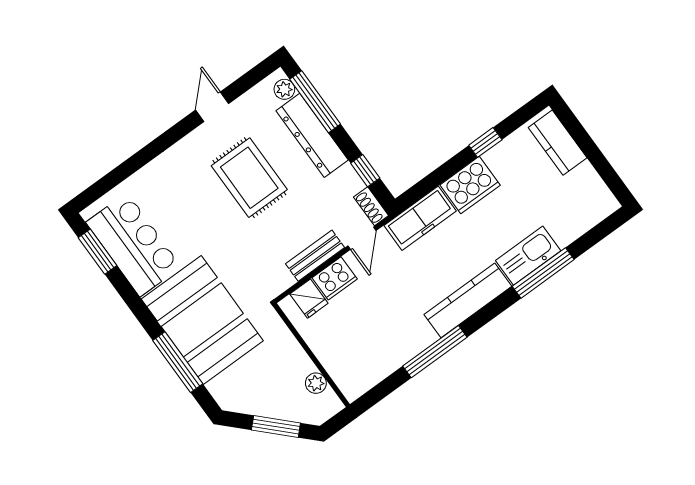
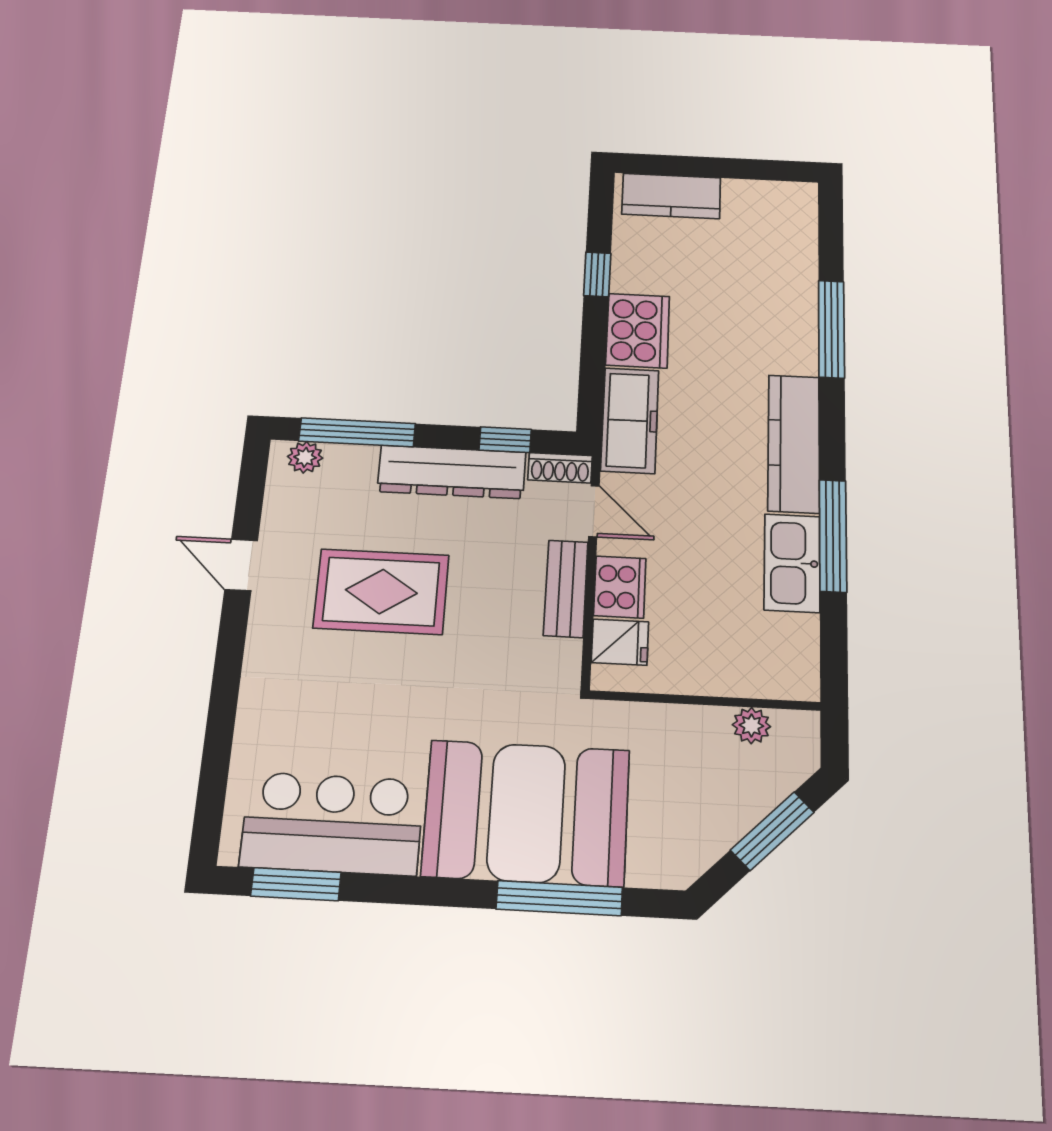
dresser: (312, 135) -> (452, 472), moved
kitchen sink: (528, 256) -> (792, 563), moved

